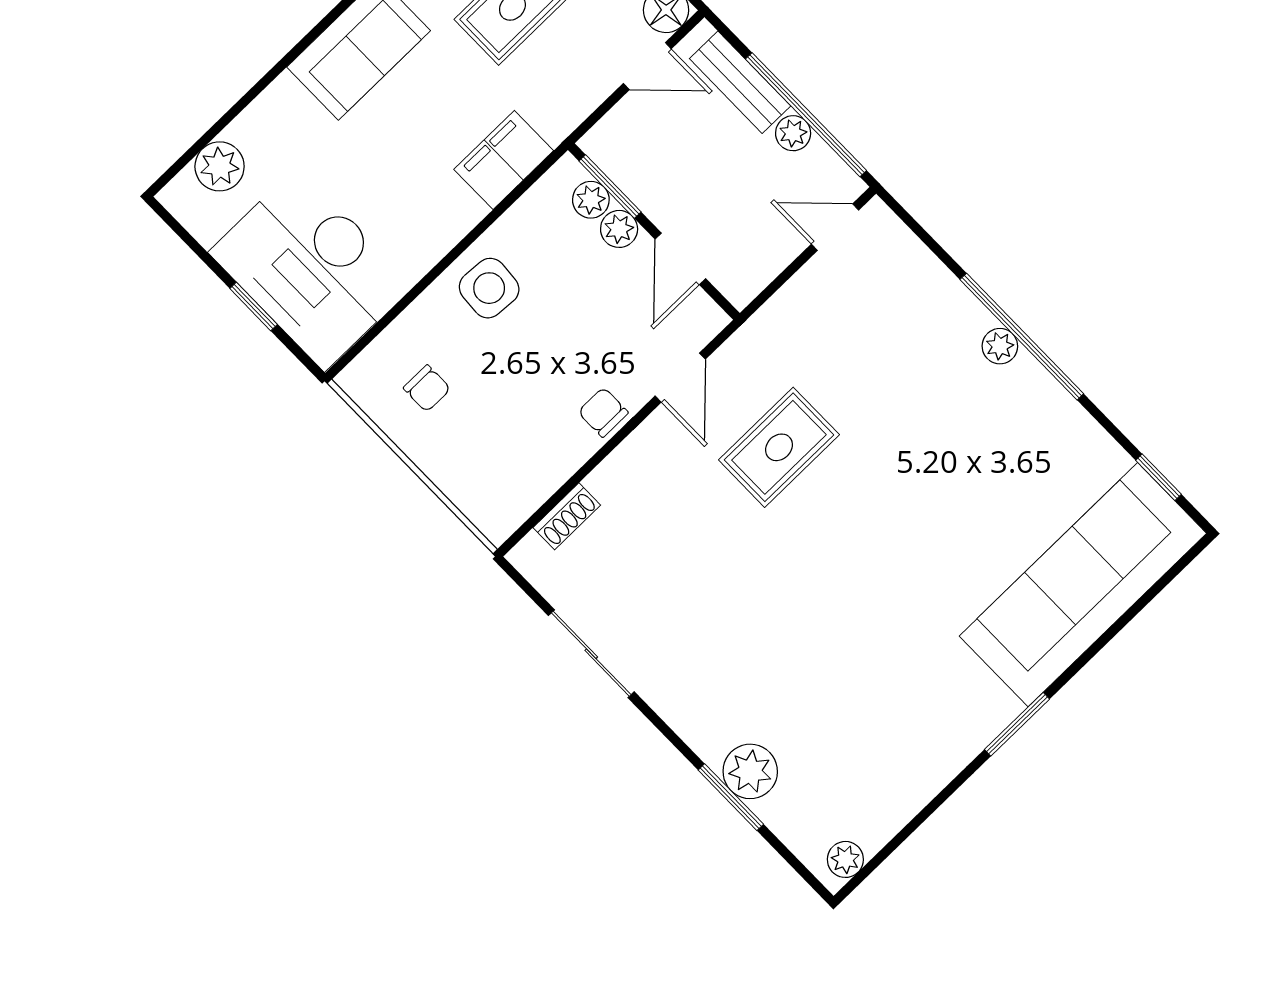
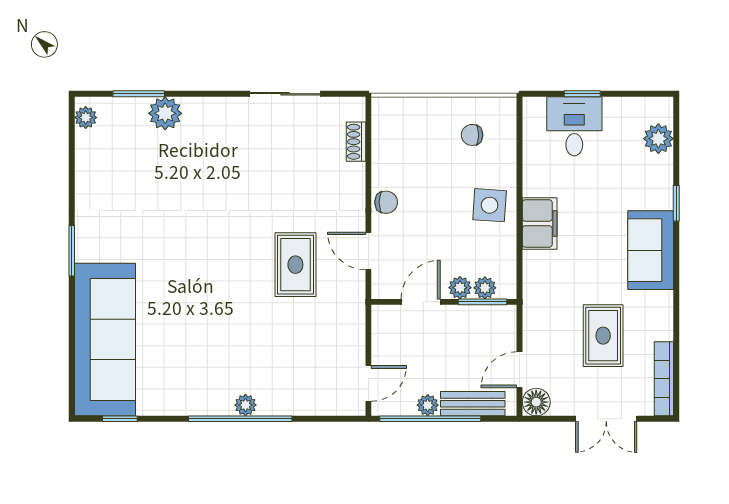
window: (275, 72) -> (676, 203), added
filing cabinet: (504, 160) -> (540, 223), moved
door: (680, 259) -> (421, 302), hinge flipped
desk: (311, 269) -> (574, 126), width x0.53, depth x0.77
window: (731, 797) -> (139, 94), moved

